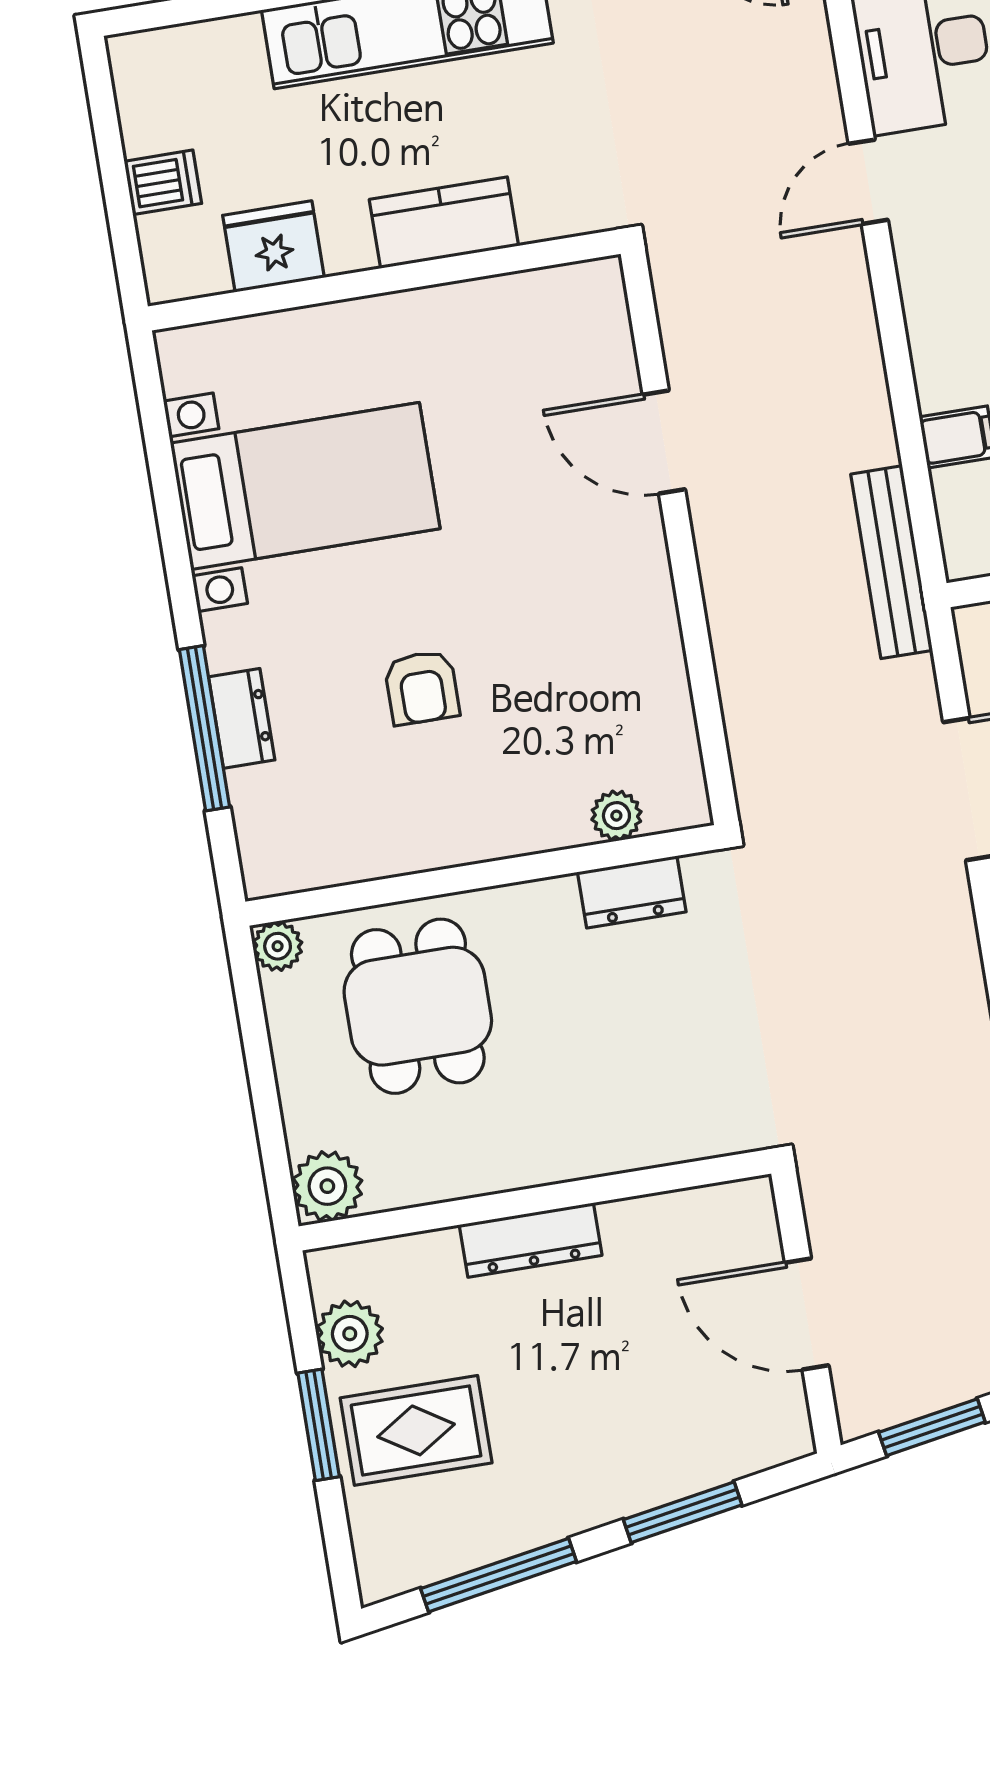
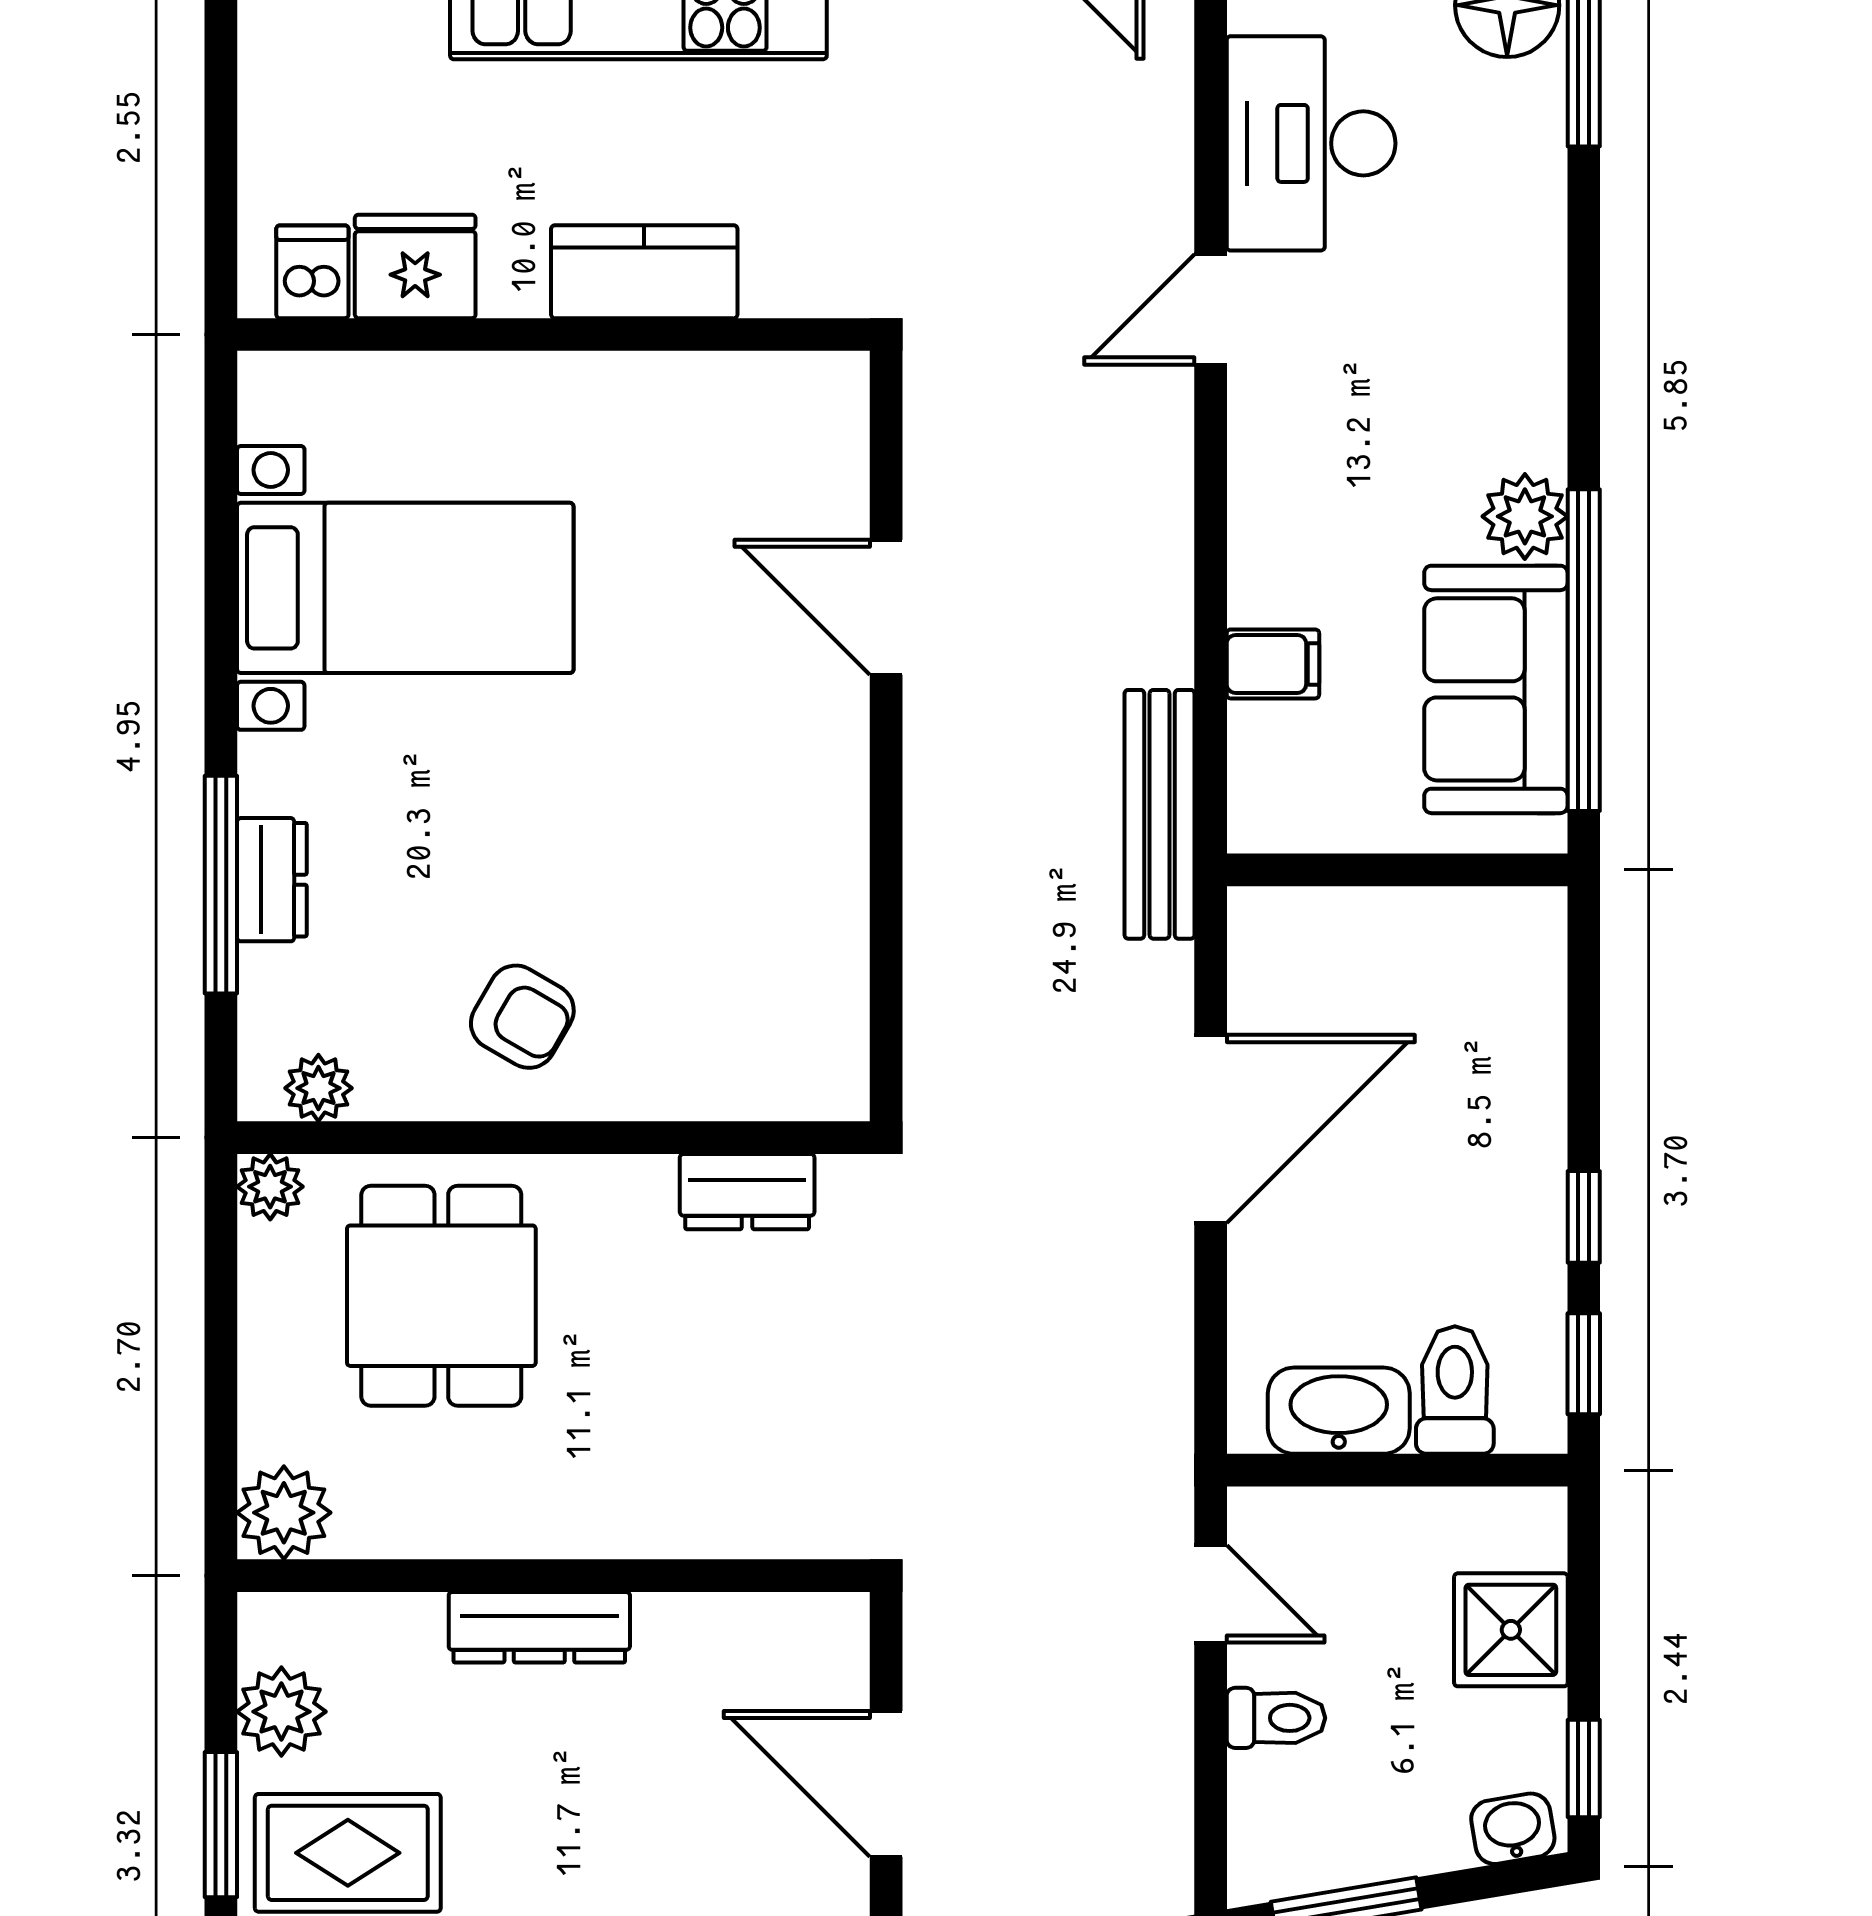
dishwasher: (163, 182) -> (312, 272), moved, turned -90
armchair: (422, 688) -> (522, 1017), moved, turned -60
plant: (616, 816) -> (318, 1088), moved

